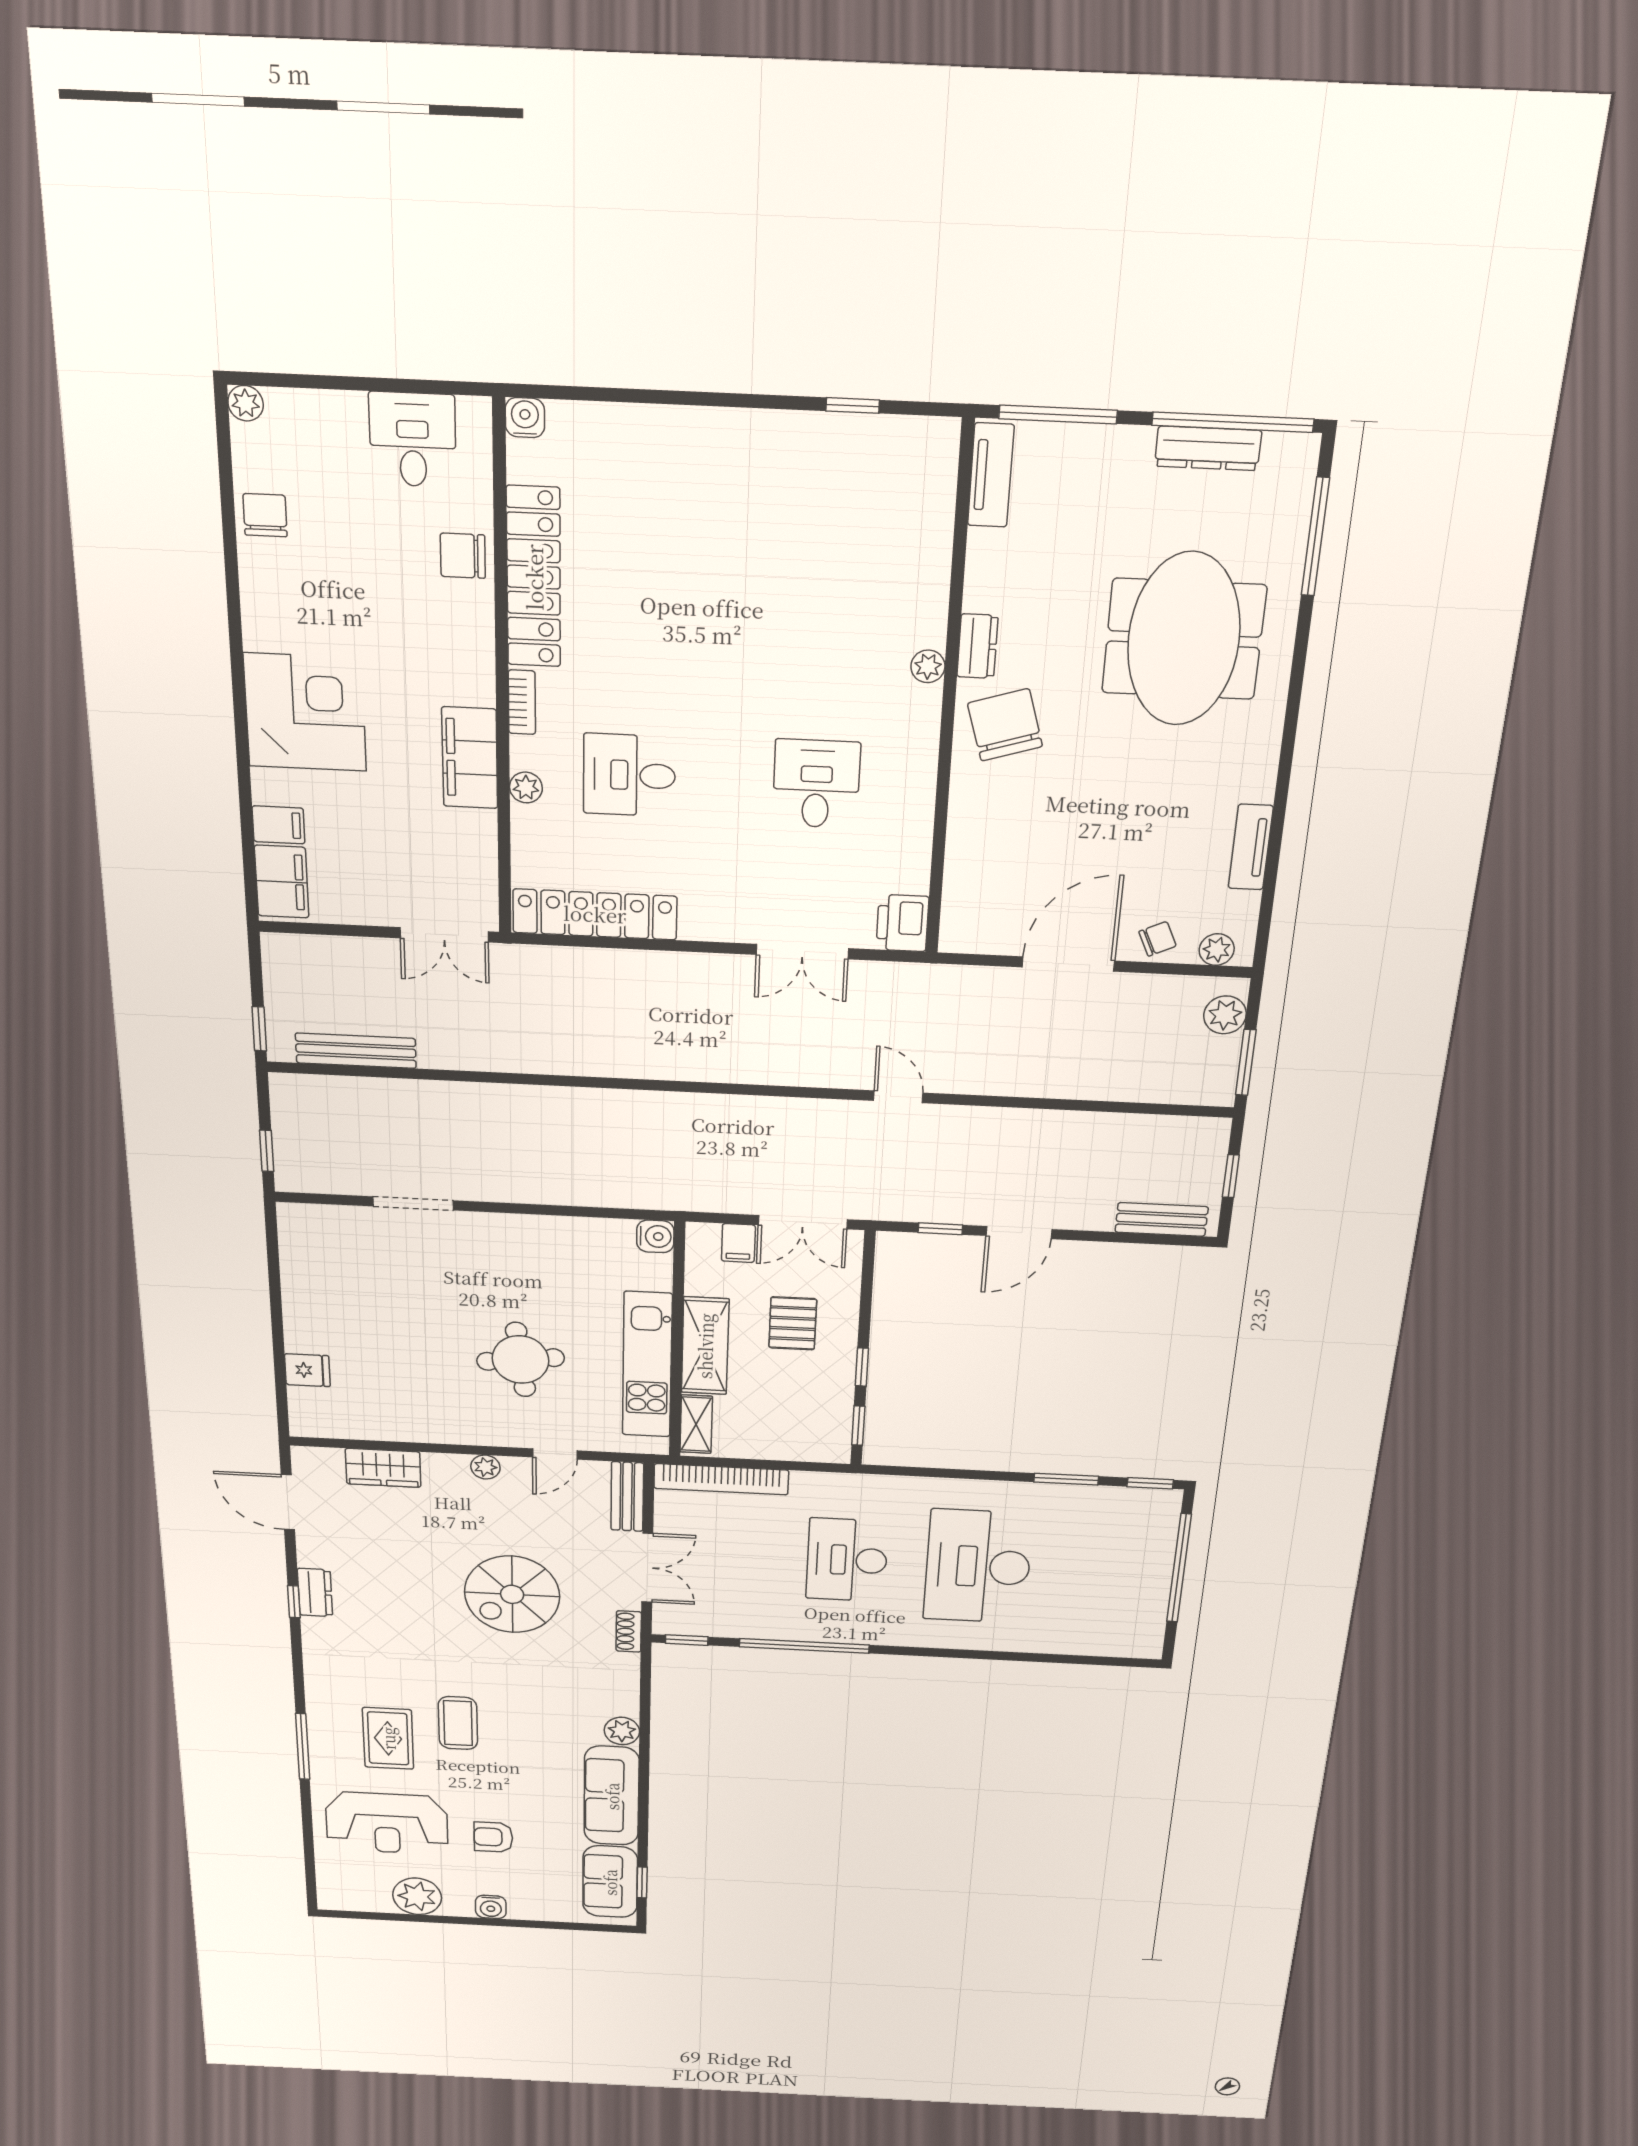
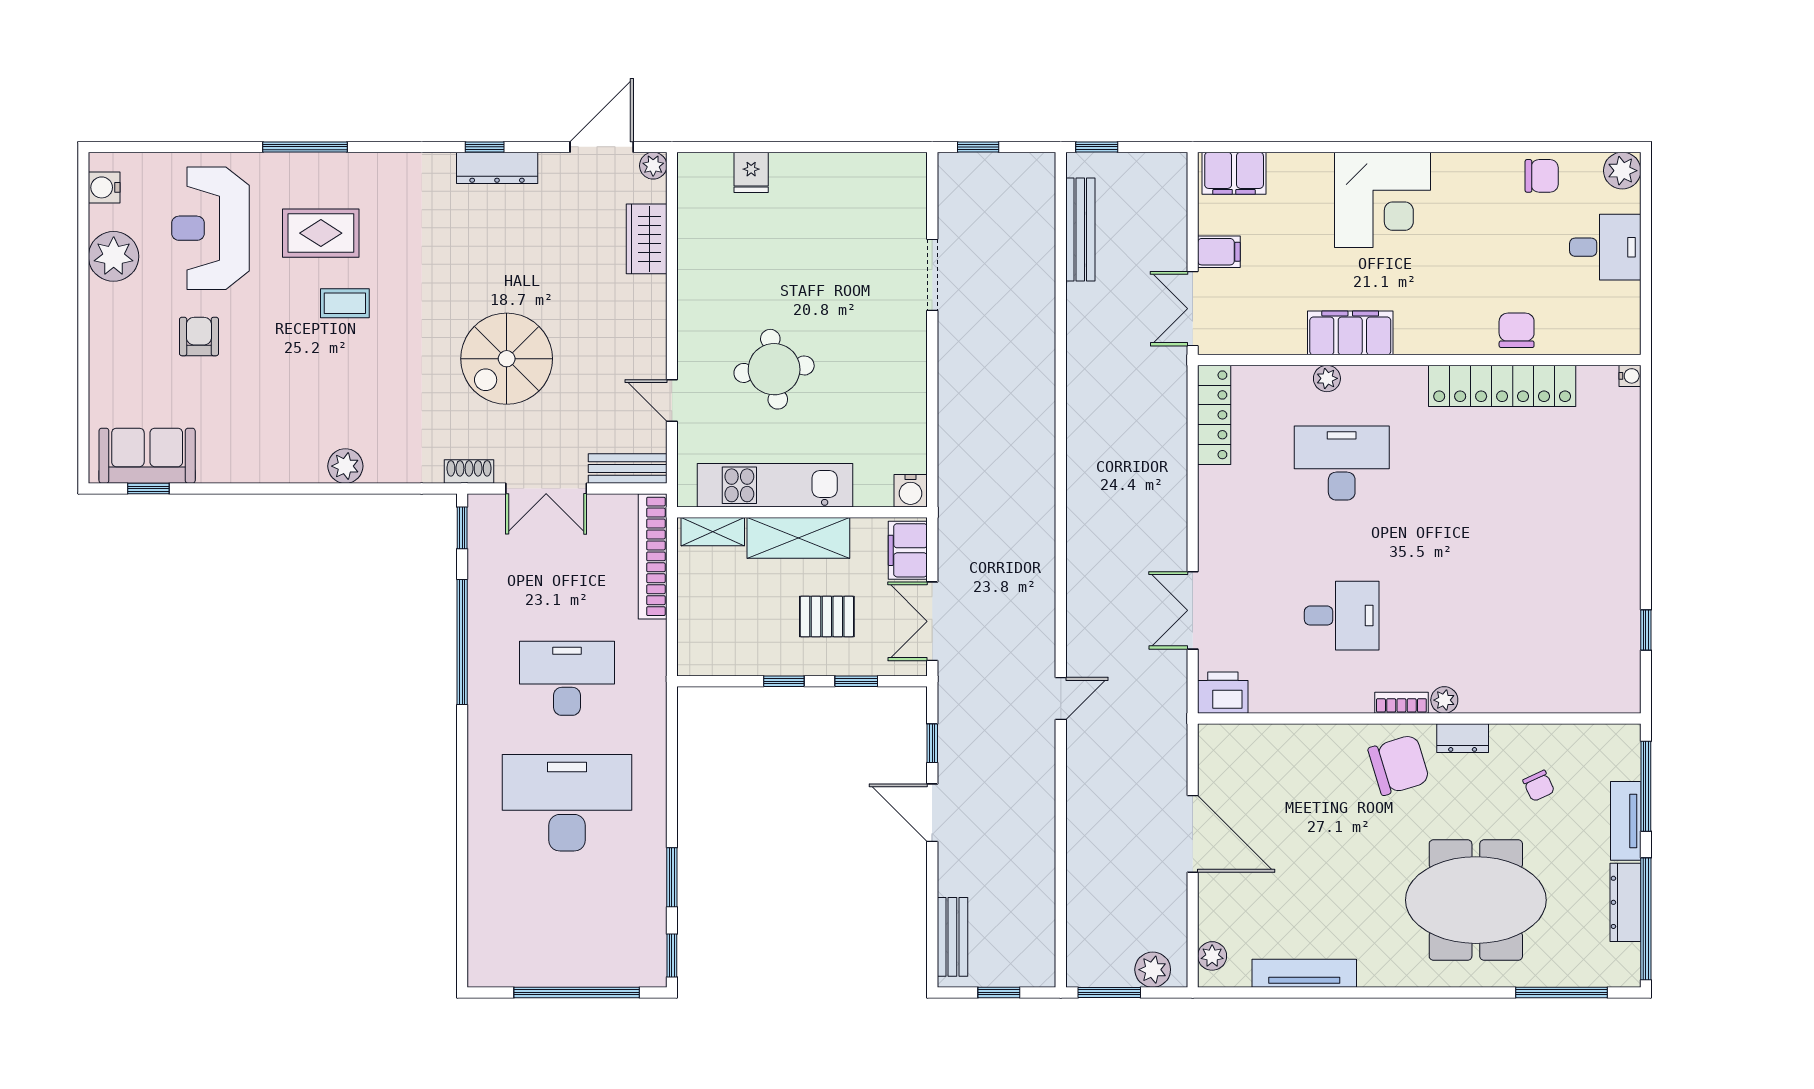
plant: (246, 403) -> (1622, 171), width x1.38, depth x1.38
water cooler: (525, 418) -> (1630, 376), width x0.72, depth x0.72
desk: (413, 440) -> (1605, 247), moved
tv unit: (991, 475) -> (1626, 821), moved, turned 90
bookcase: (522, 702) -> (1401, 703), moved, turned 180
desk: (629, 775) -> (1342, 463), width x1.37
filing cabinet: (278, 825) -> (1219, 252), moved, turned -90
tv unit: (1251, 847) -> (1304, 973), width x1.41
locker: (595, 914) -> (1214, 415), width x0.71, depth x0.83
chair: (1158, 939) -> (1539, 786), moved
filing cabinet: (738, 1243) -> (908, 550), width x2.00
window: (858, 1426) -> (856, 681), moved
plant: (485, 1467) -> (653, 166), moved
dresser: (315, 1592) -> (497, 168), width x1.44
spiral stairs: (512, 1594) -> (507, 359), turned -90
coffee table: (458, 1723) -> (345, 303), width x0.73, depth x0.77
sofa: (612, 1796) -> (261, 456), removed
water cooler: (491, 1907) -> (104, 187), moved

